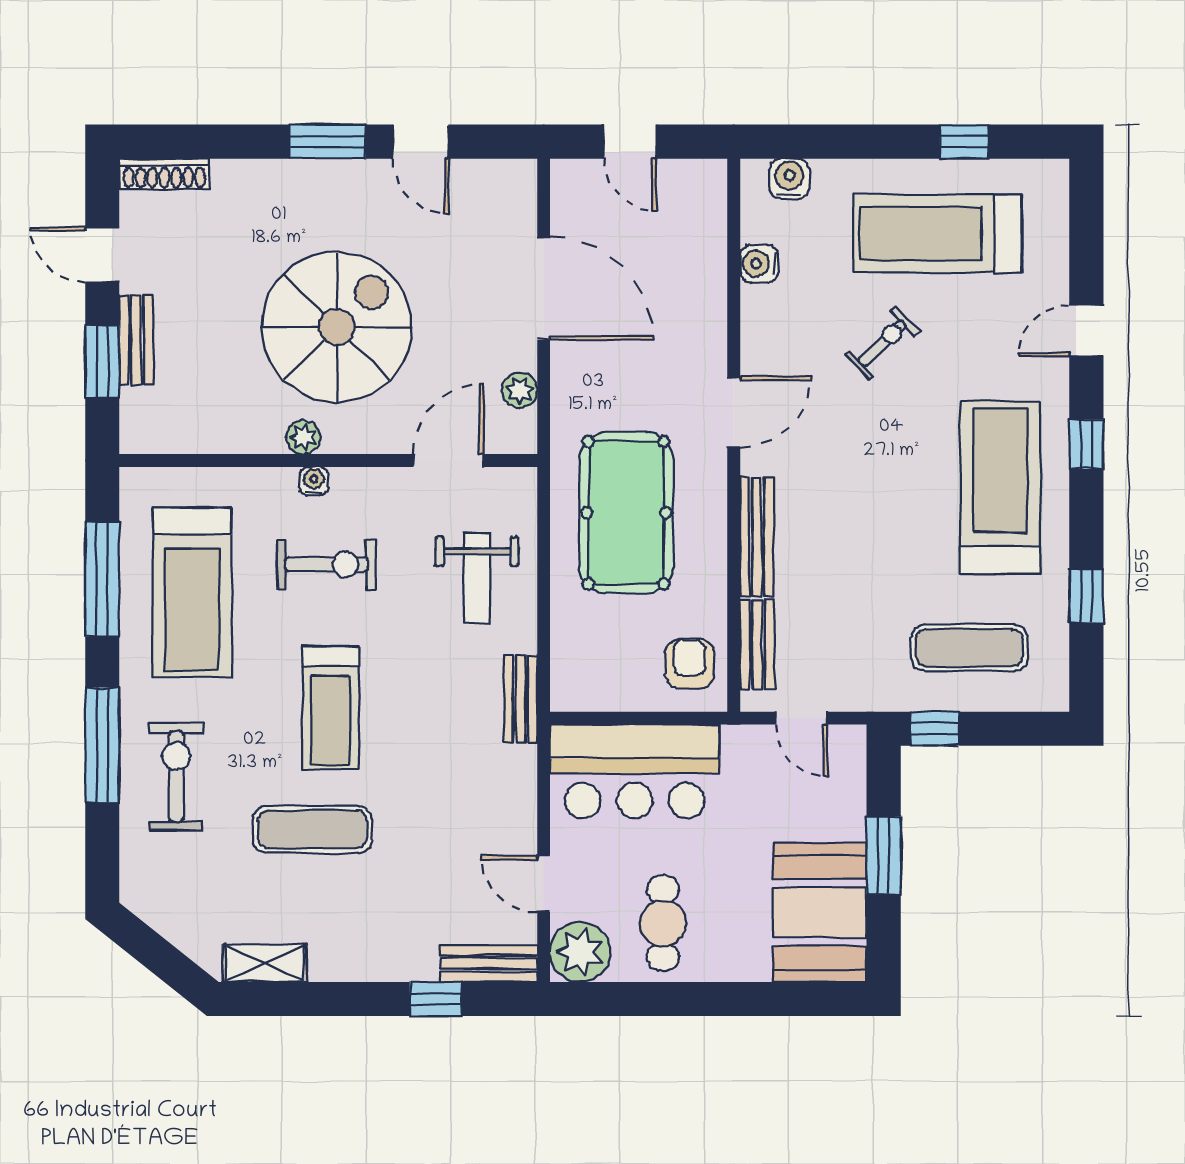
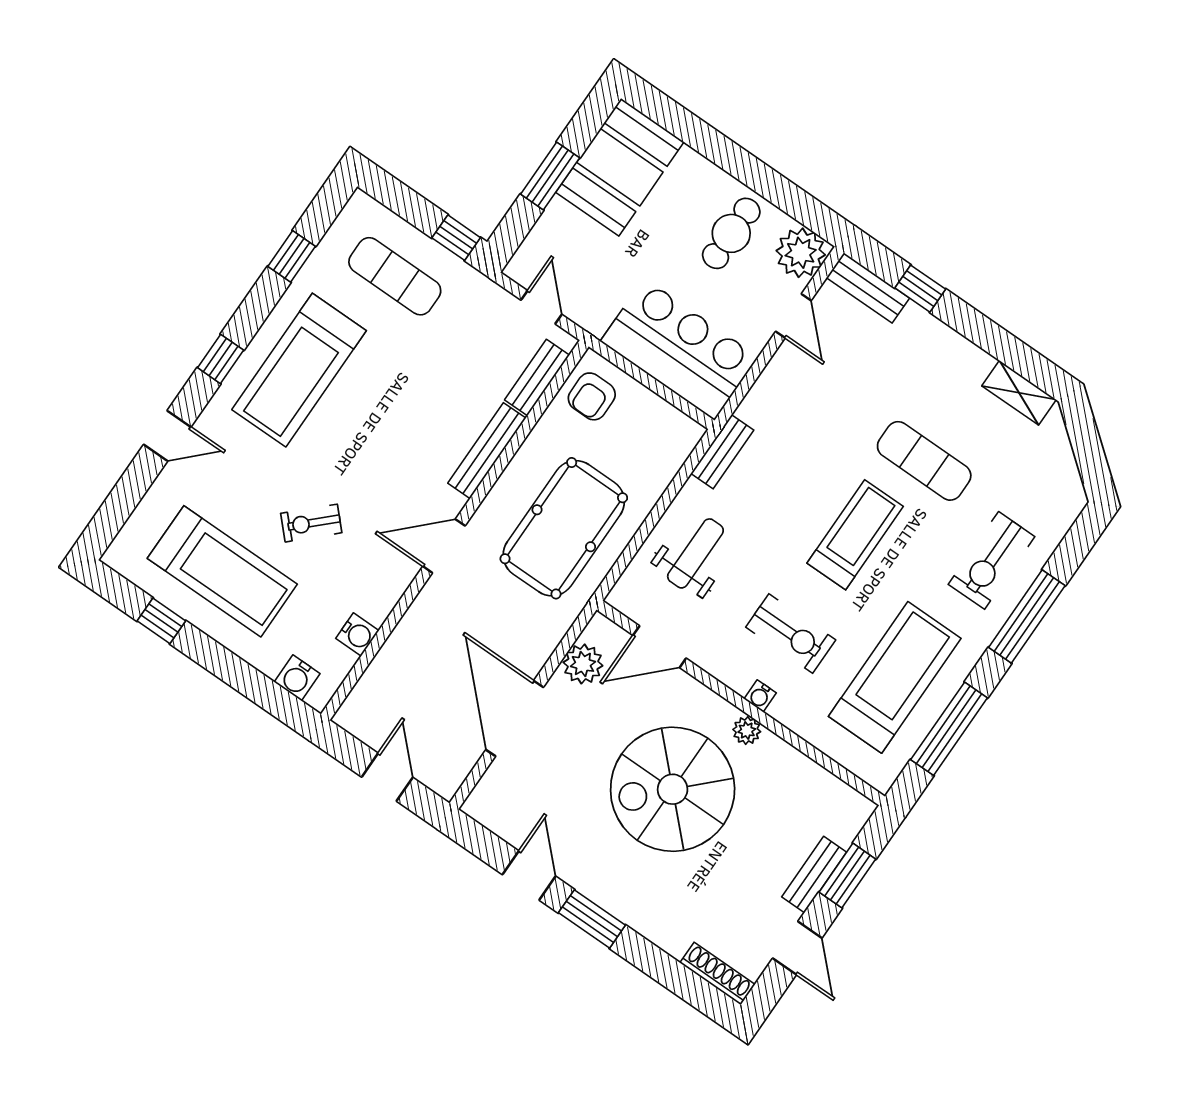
plant: (520, 390) -> (583, 664), width x1.38, depth x1.38
exercise bike: (326, 565) -> (791, 634), turned 180

